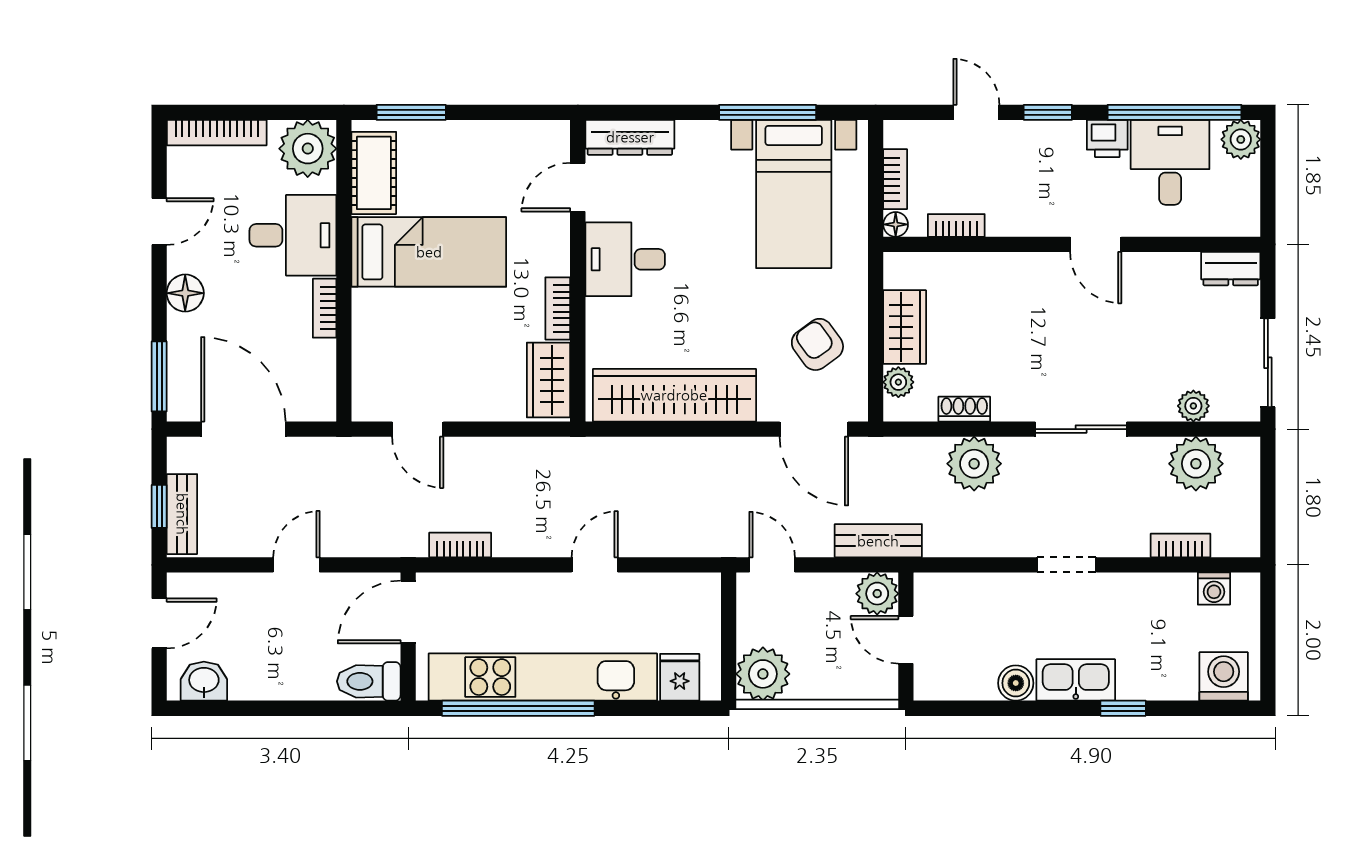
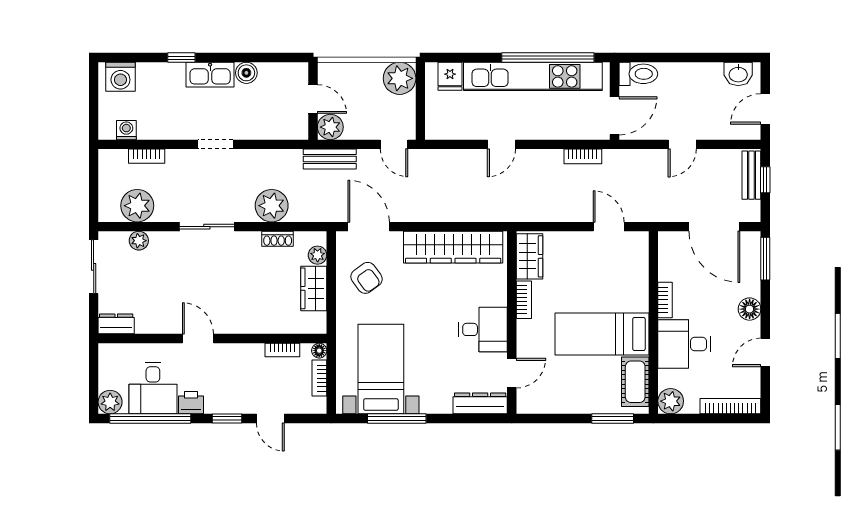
plant: (308, 149) -> (671, 401), width x0.73, depth x0.73

